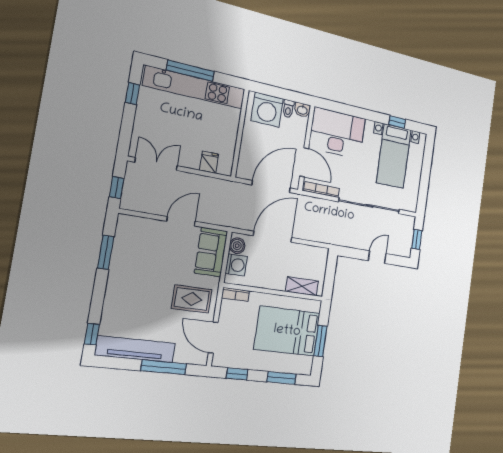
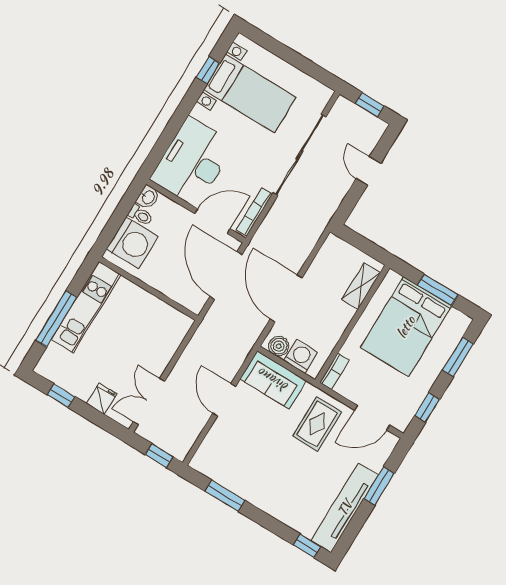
kitchen unit: (195, 87) -> (86, 307), width x0.73
fridge: (209, 162) -> (102, 399), moved, turned 90
window: (164, 367) -> (379, 486), width x0.69

